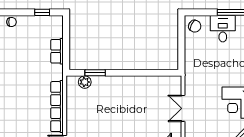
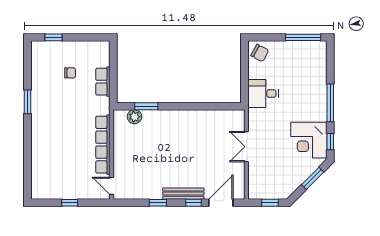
window: (42, 12) -> (53, 37), moved
chair: (12, 22) -> (70, 73), moved
desk: (223, 29) -> (263, 93), moved, turned -90

